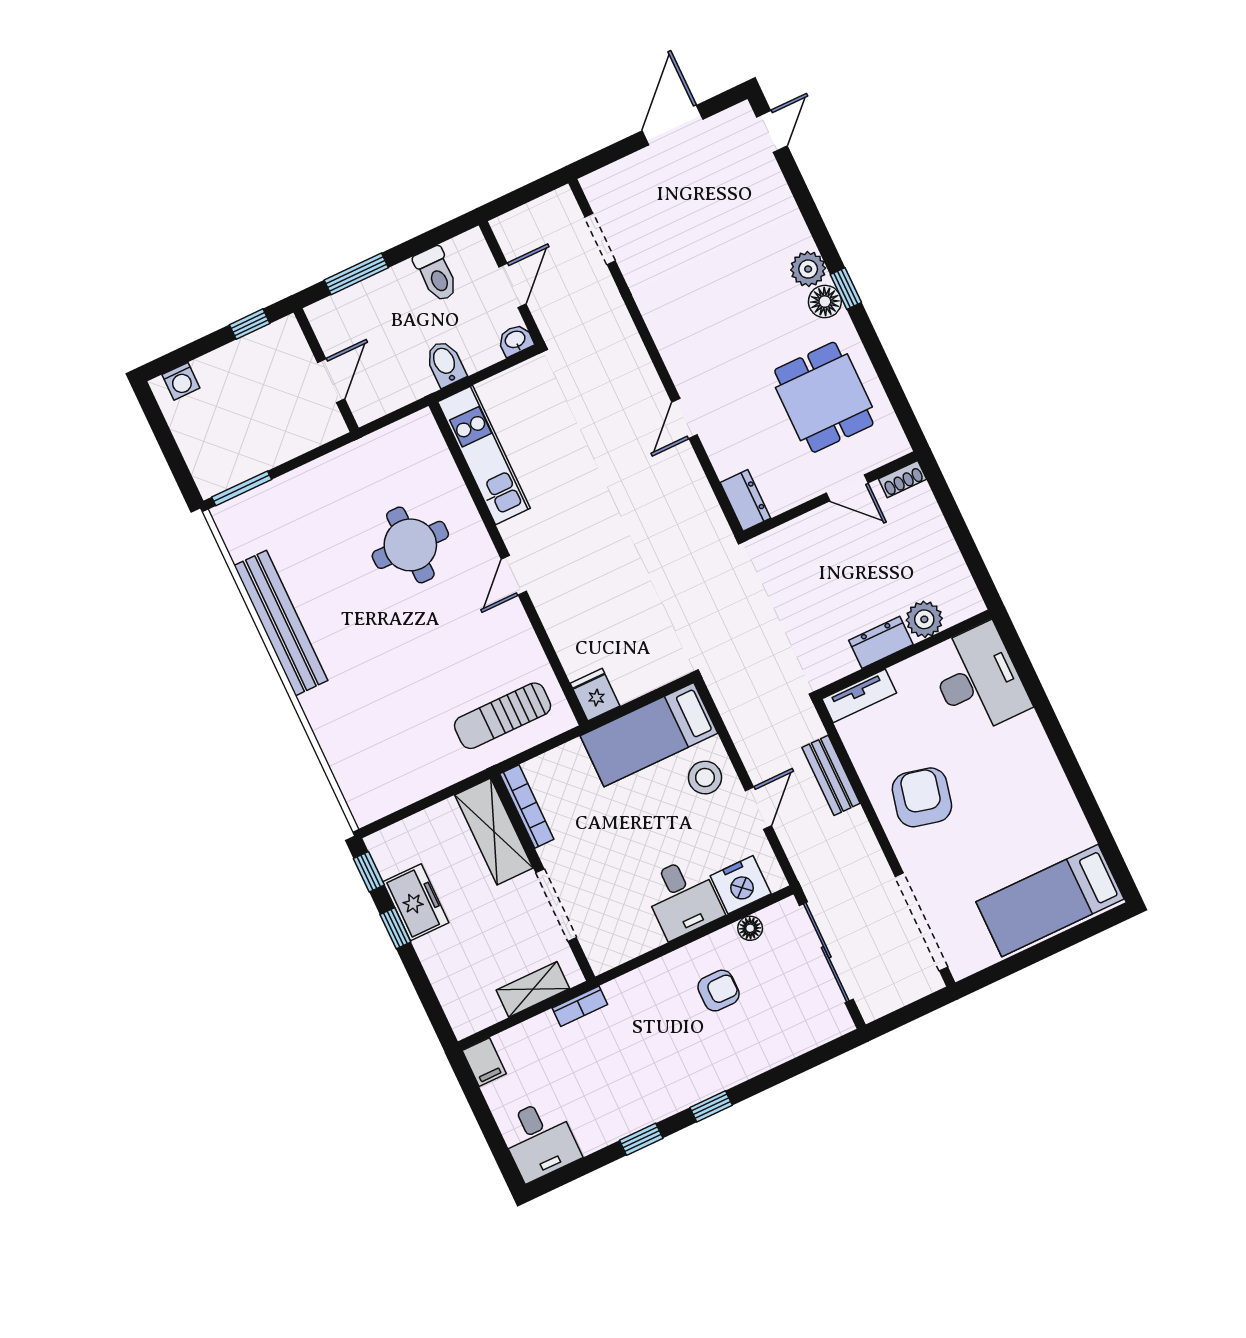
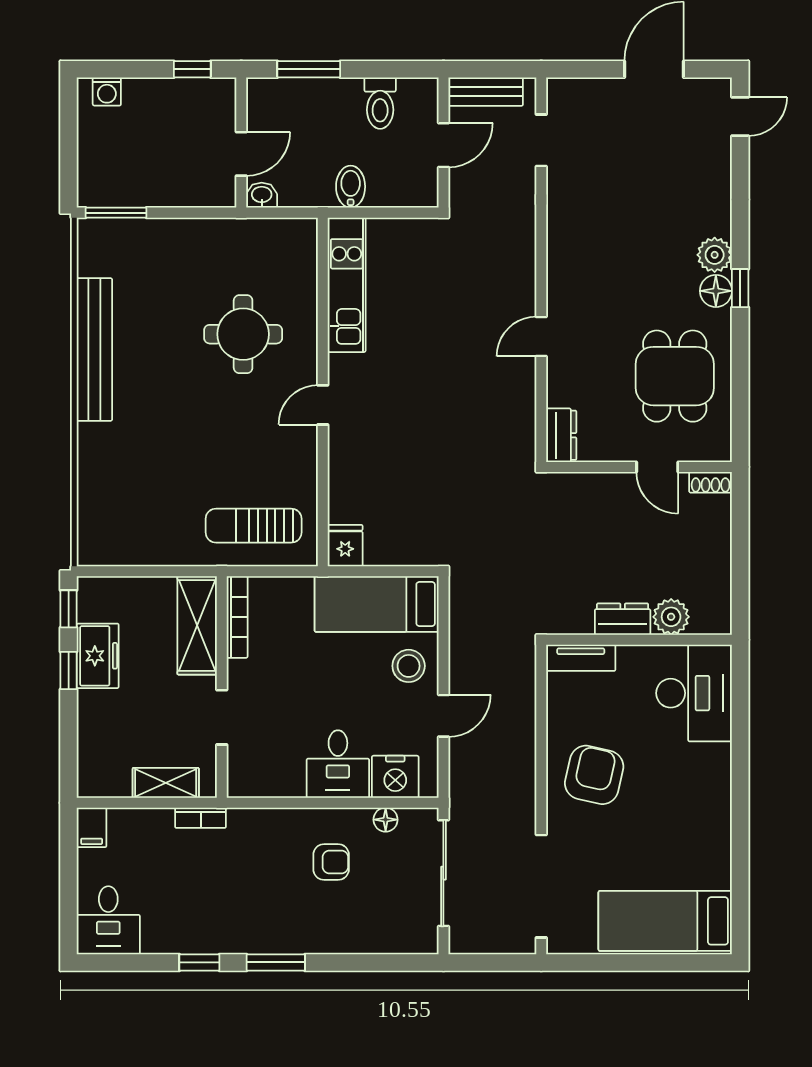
washbasin: (515, 340) -> (262, 195), moved
bench: (831, 775) -> (486, 92), moved, turned 90
doorway: (556, 905) -> (222, 717), width x0.73
window: (711, 1106) -> (276, 962), width x1.50

